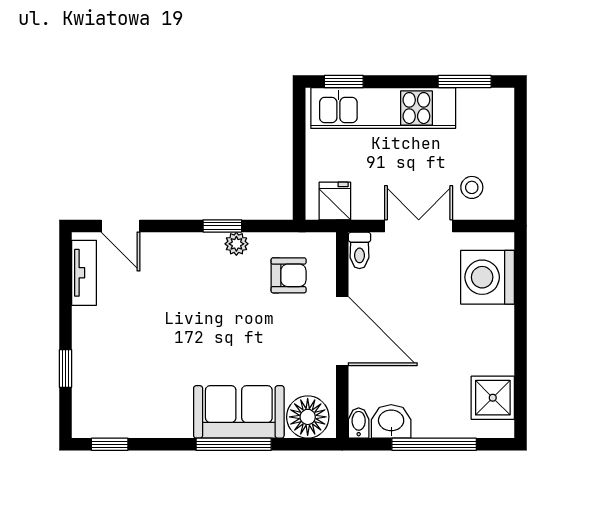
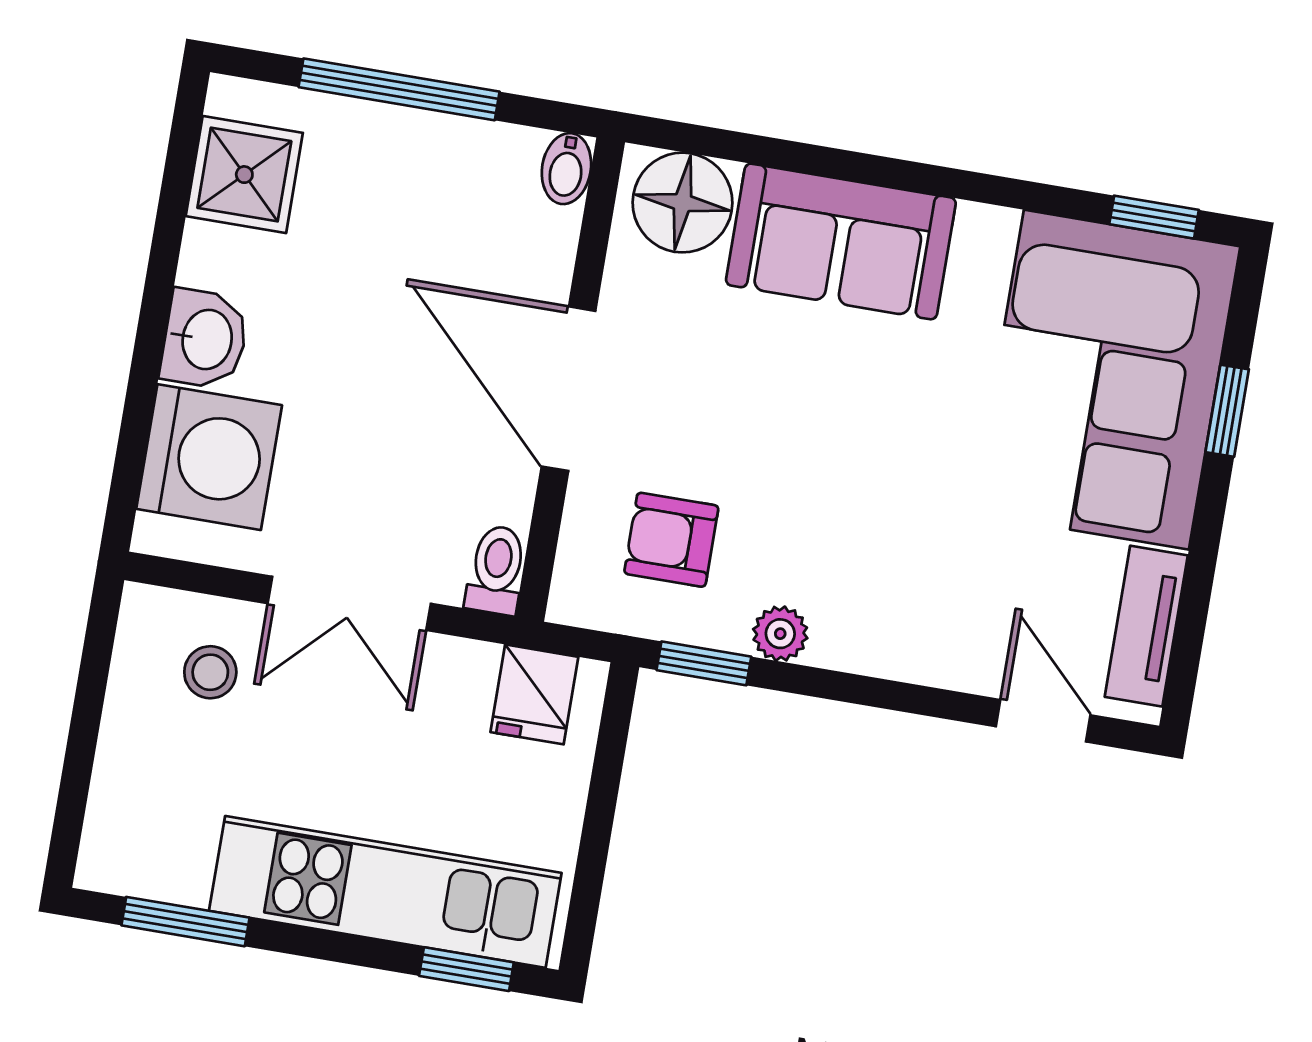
window: (222, 226) -> (704, 663), moved
corner sofa: (118, 373) -> (1106, 380), added
washbasin: (391, 421) -> (205, 339), moved, turned -90
window: (234, 444) -> (866, 168), removed

